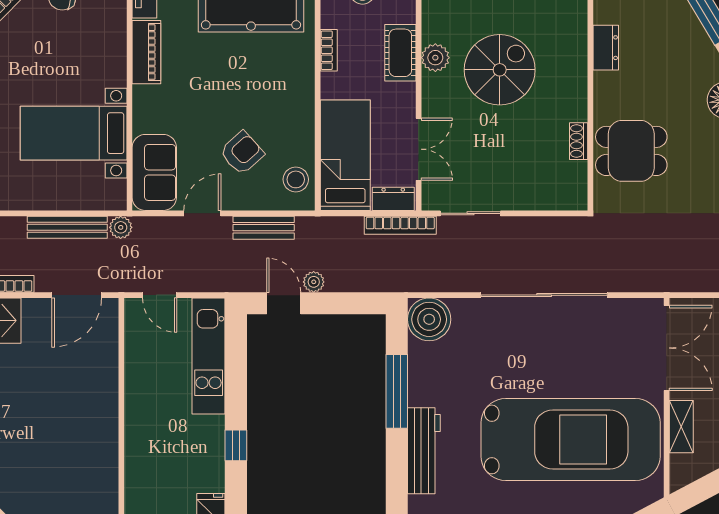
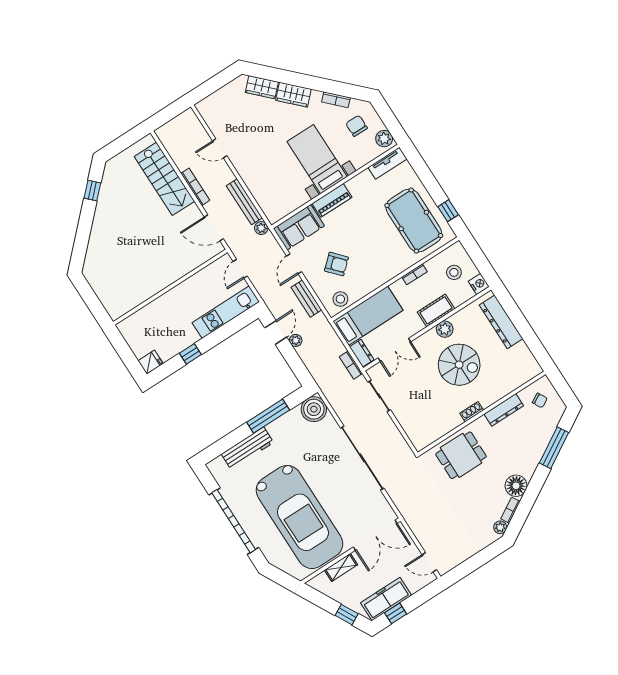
dresser: (606, 48) -> (504, 410), width x1.44
piano: (146, 52) -> (332, 200), moved
bed with nightstands: (74, 133) -> (317, 159), moved
shoe rack: (579, 141) -> (472, 412), moved
dining table: (631, 151) -> (461, 455), turned 90
door: (202, 213) -> (294, 264), swing flipped
bookcase: (400, 225) -> (351, 365), width x0.64

